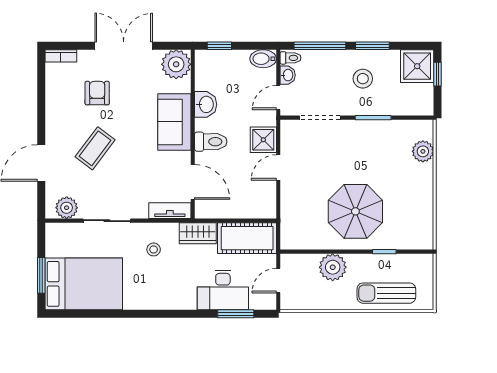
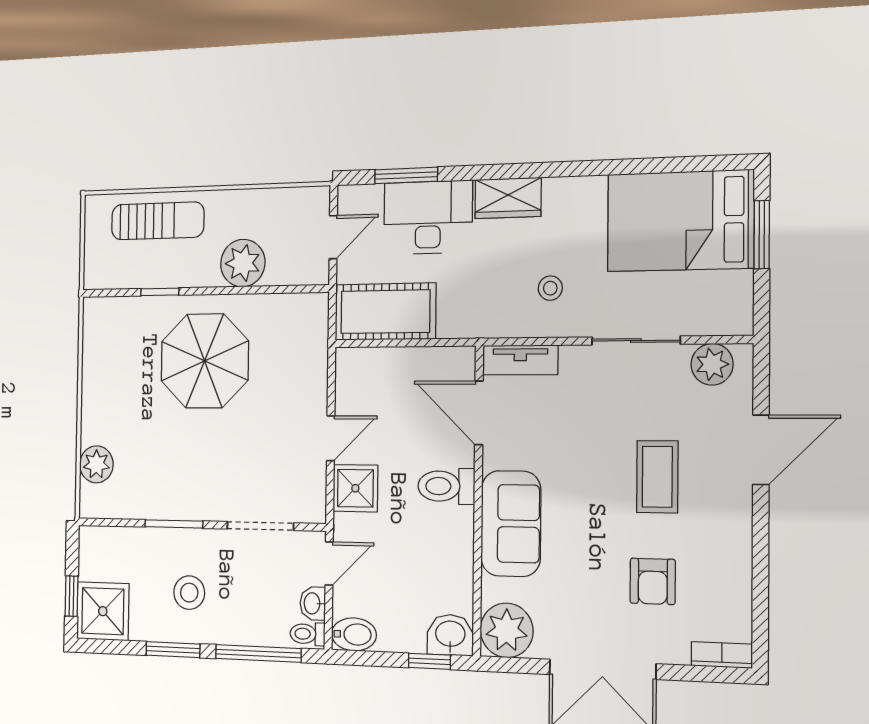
washbasin: (206, 104) -> (450, 635), moved, turned 90
coffee table: (95, 148) -> (657, 477), turned -37
wardrobe: (198, 233) -> (508, 198), moved, turned 180

